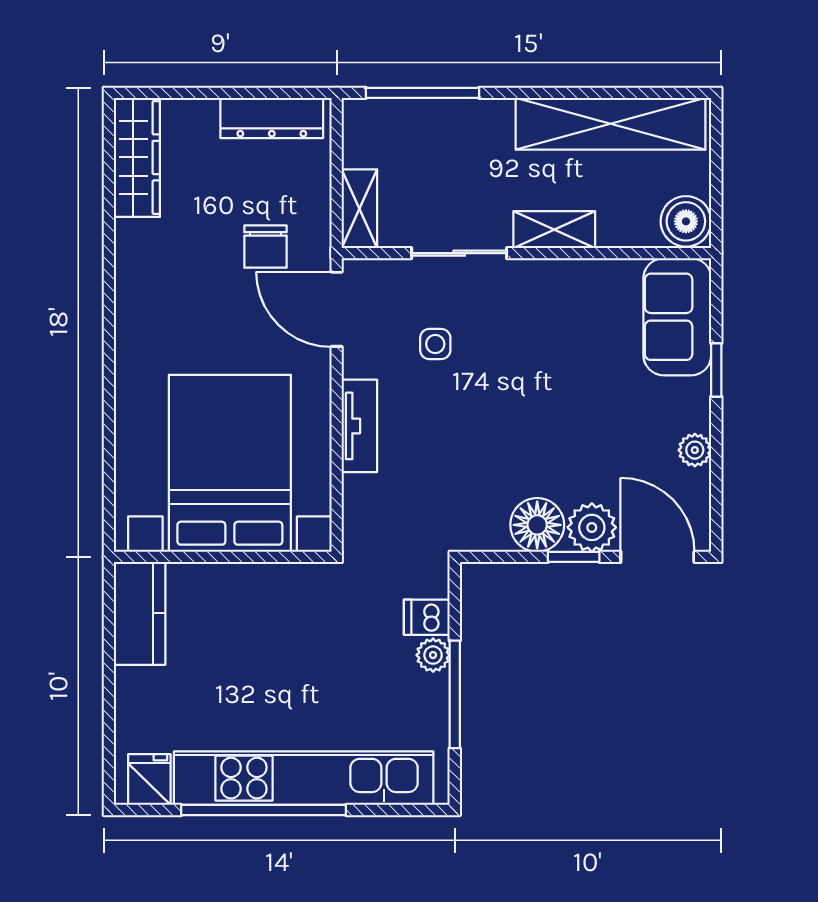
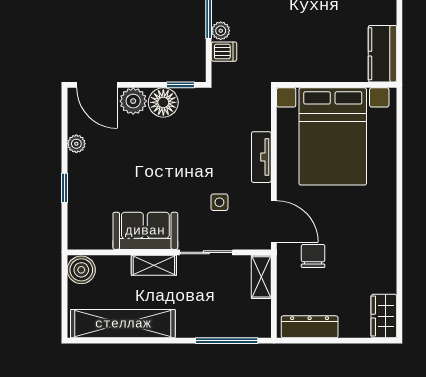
wardrobe: (137, 157) -> (384, 316), width x0.67
sofa: (677, 317) -> (145, 231), moved, turned -90
window: (574, 557) -> (181, 85), moved

